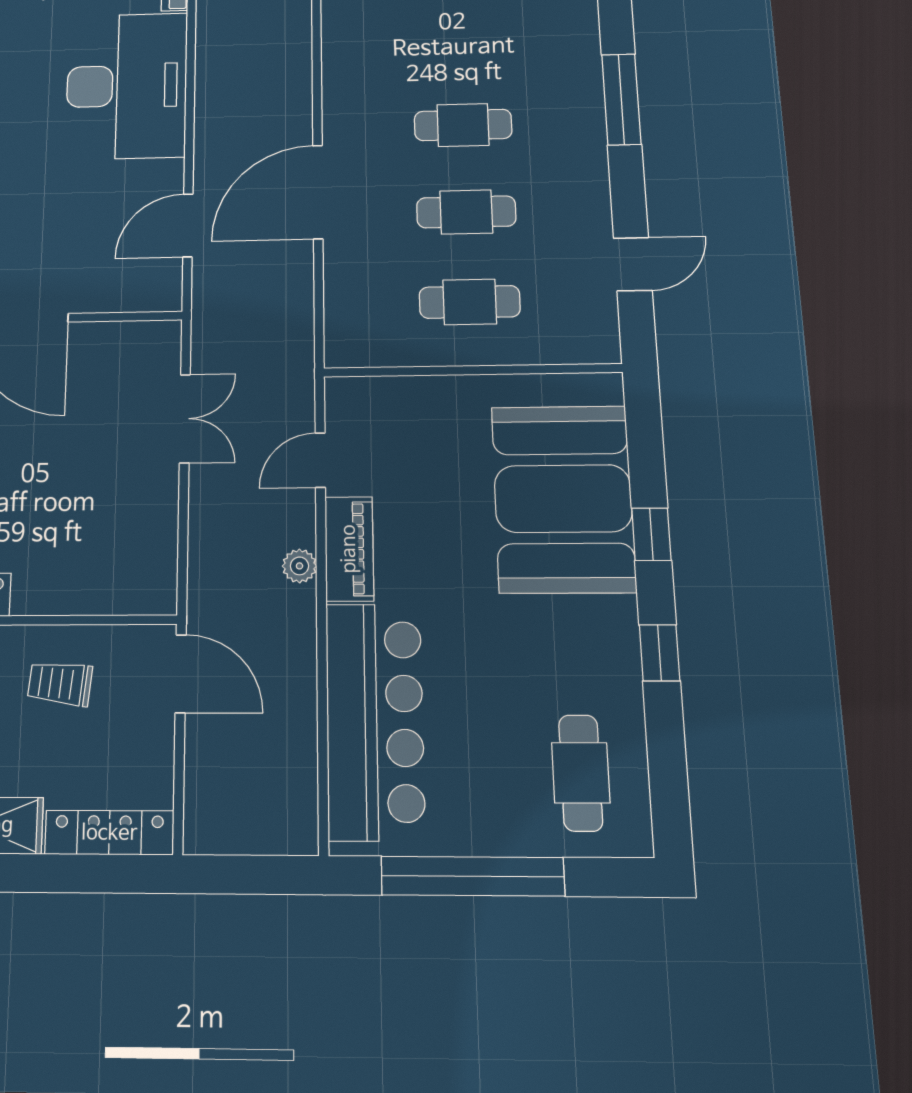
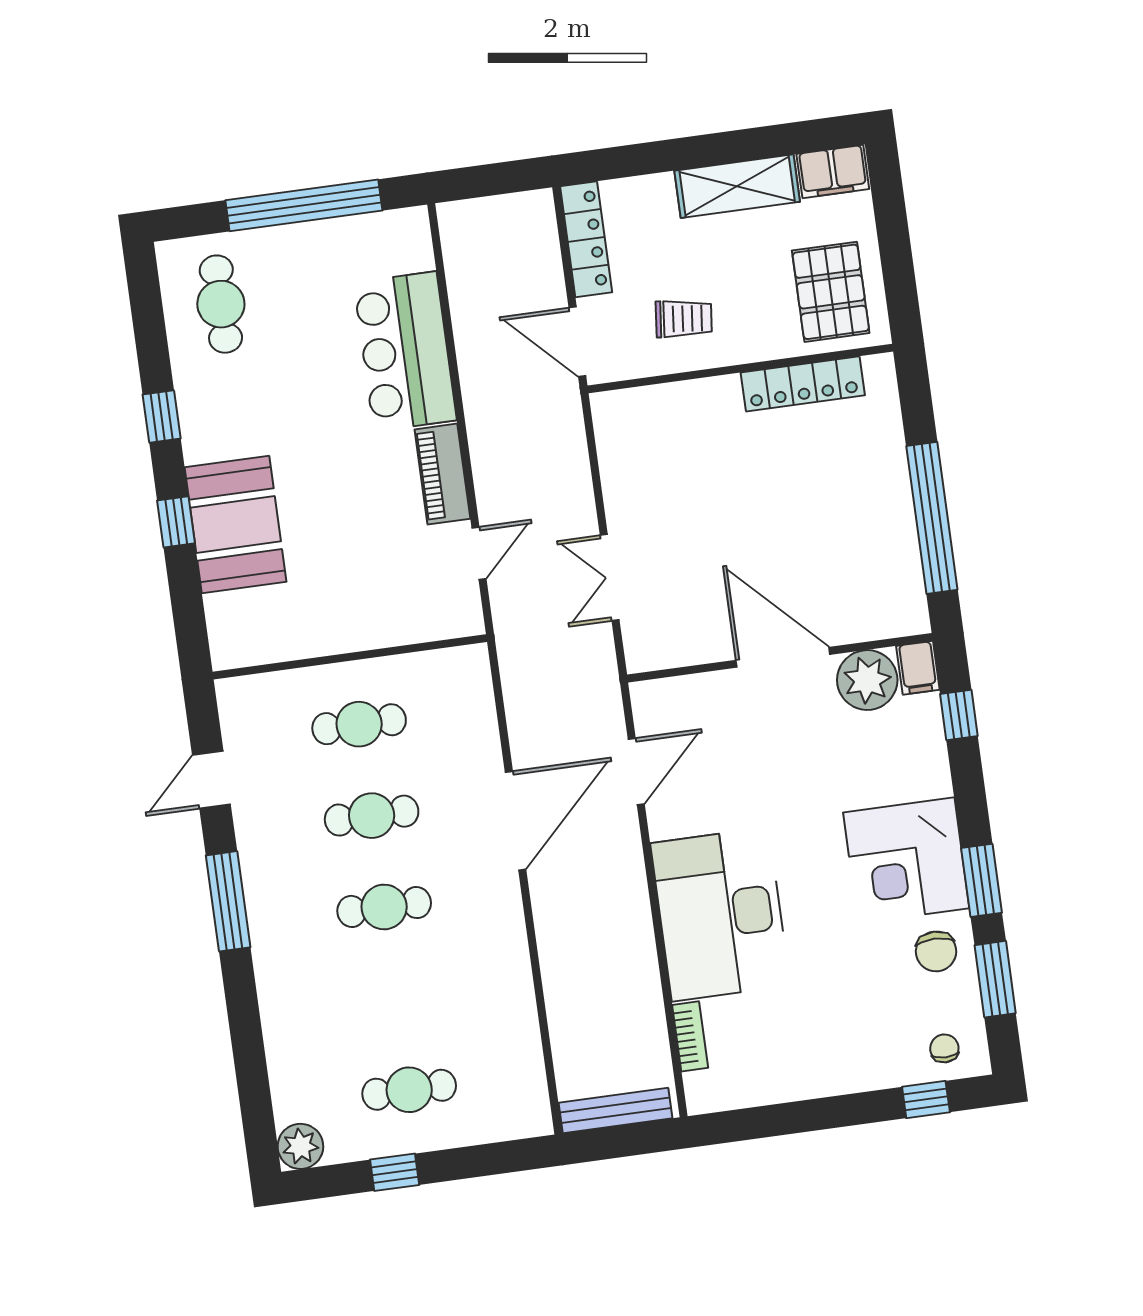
window: (621, 99) -> (228, 901), moved
booth: (563, 499) -> (235, 524), width x0.73, depth x0.70
plant: (299, 566) -> (485, 452), removed
bar counter: (375, 721) -> (405, 351), width x0.73
locker: (109, 833) -> (586, 239), moved, turned -90

